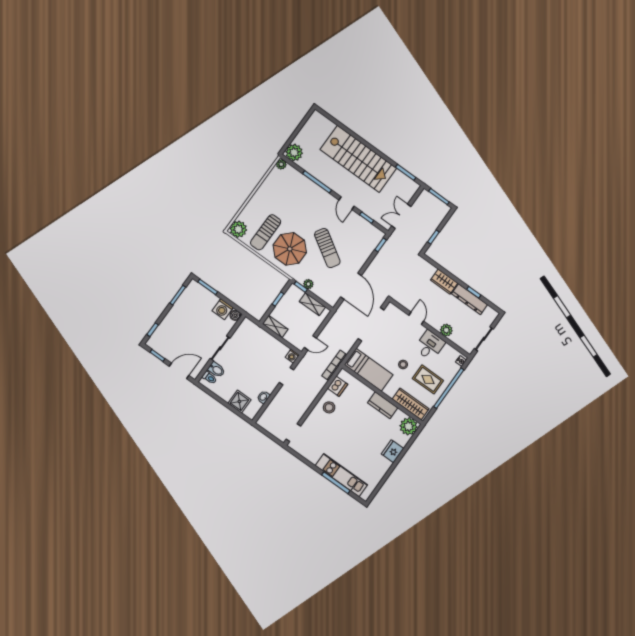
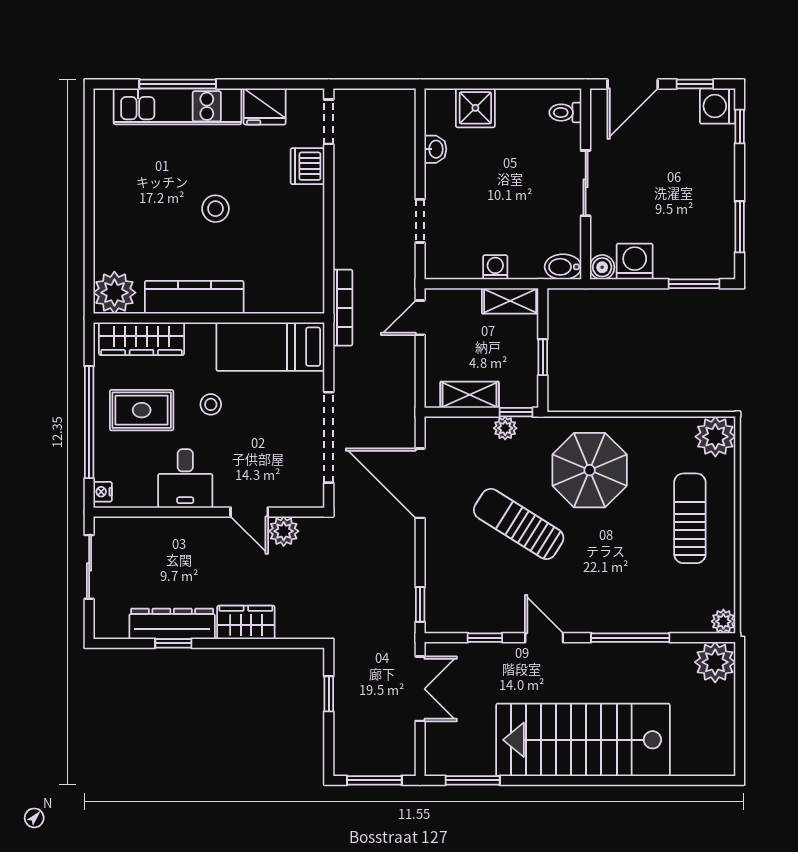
sun lounger: (266, 232) -> (690, 518), moved
plant: (446, 330) -> (284, 531), moved
washing machine: (155, 342) -> (718, 106), added
washing machine: (292, 356) -> (495, 267), moved
bidet: (216, 370) -> (563, 267), moved
dishwasher: (338, 386) -> (308, 166), moved
kitchen counter: (383, 405) -> (194, 297), width x1.50
stool: (329, 407) -> (216, 209), moved
fridge: (392, 451) -> (265, 106), moved, turned 90

